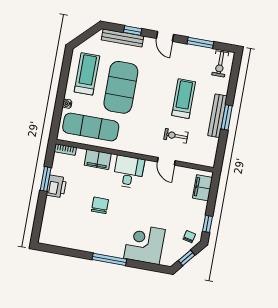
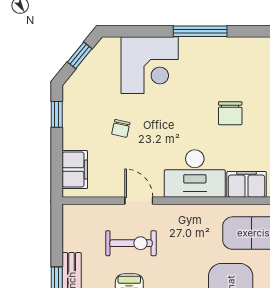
exercise bike: (176, 136) -> (131, 243), width x1.38, depth x1.39
desk: (129, 172) -> (195, 174), width x1.37
chair: (189, 237) -> (121, 128), moved

